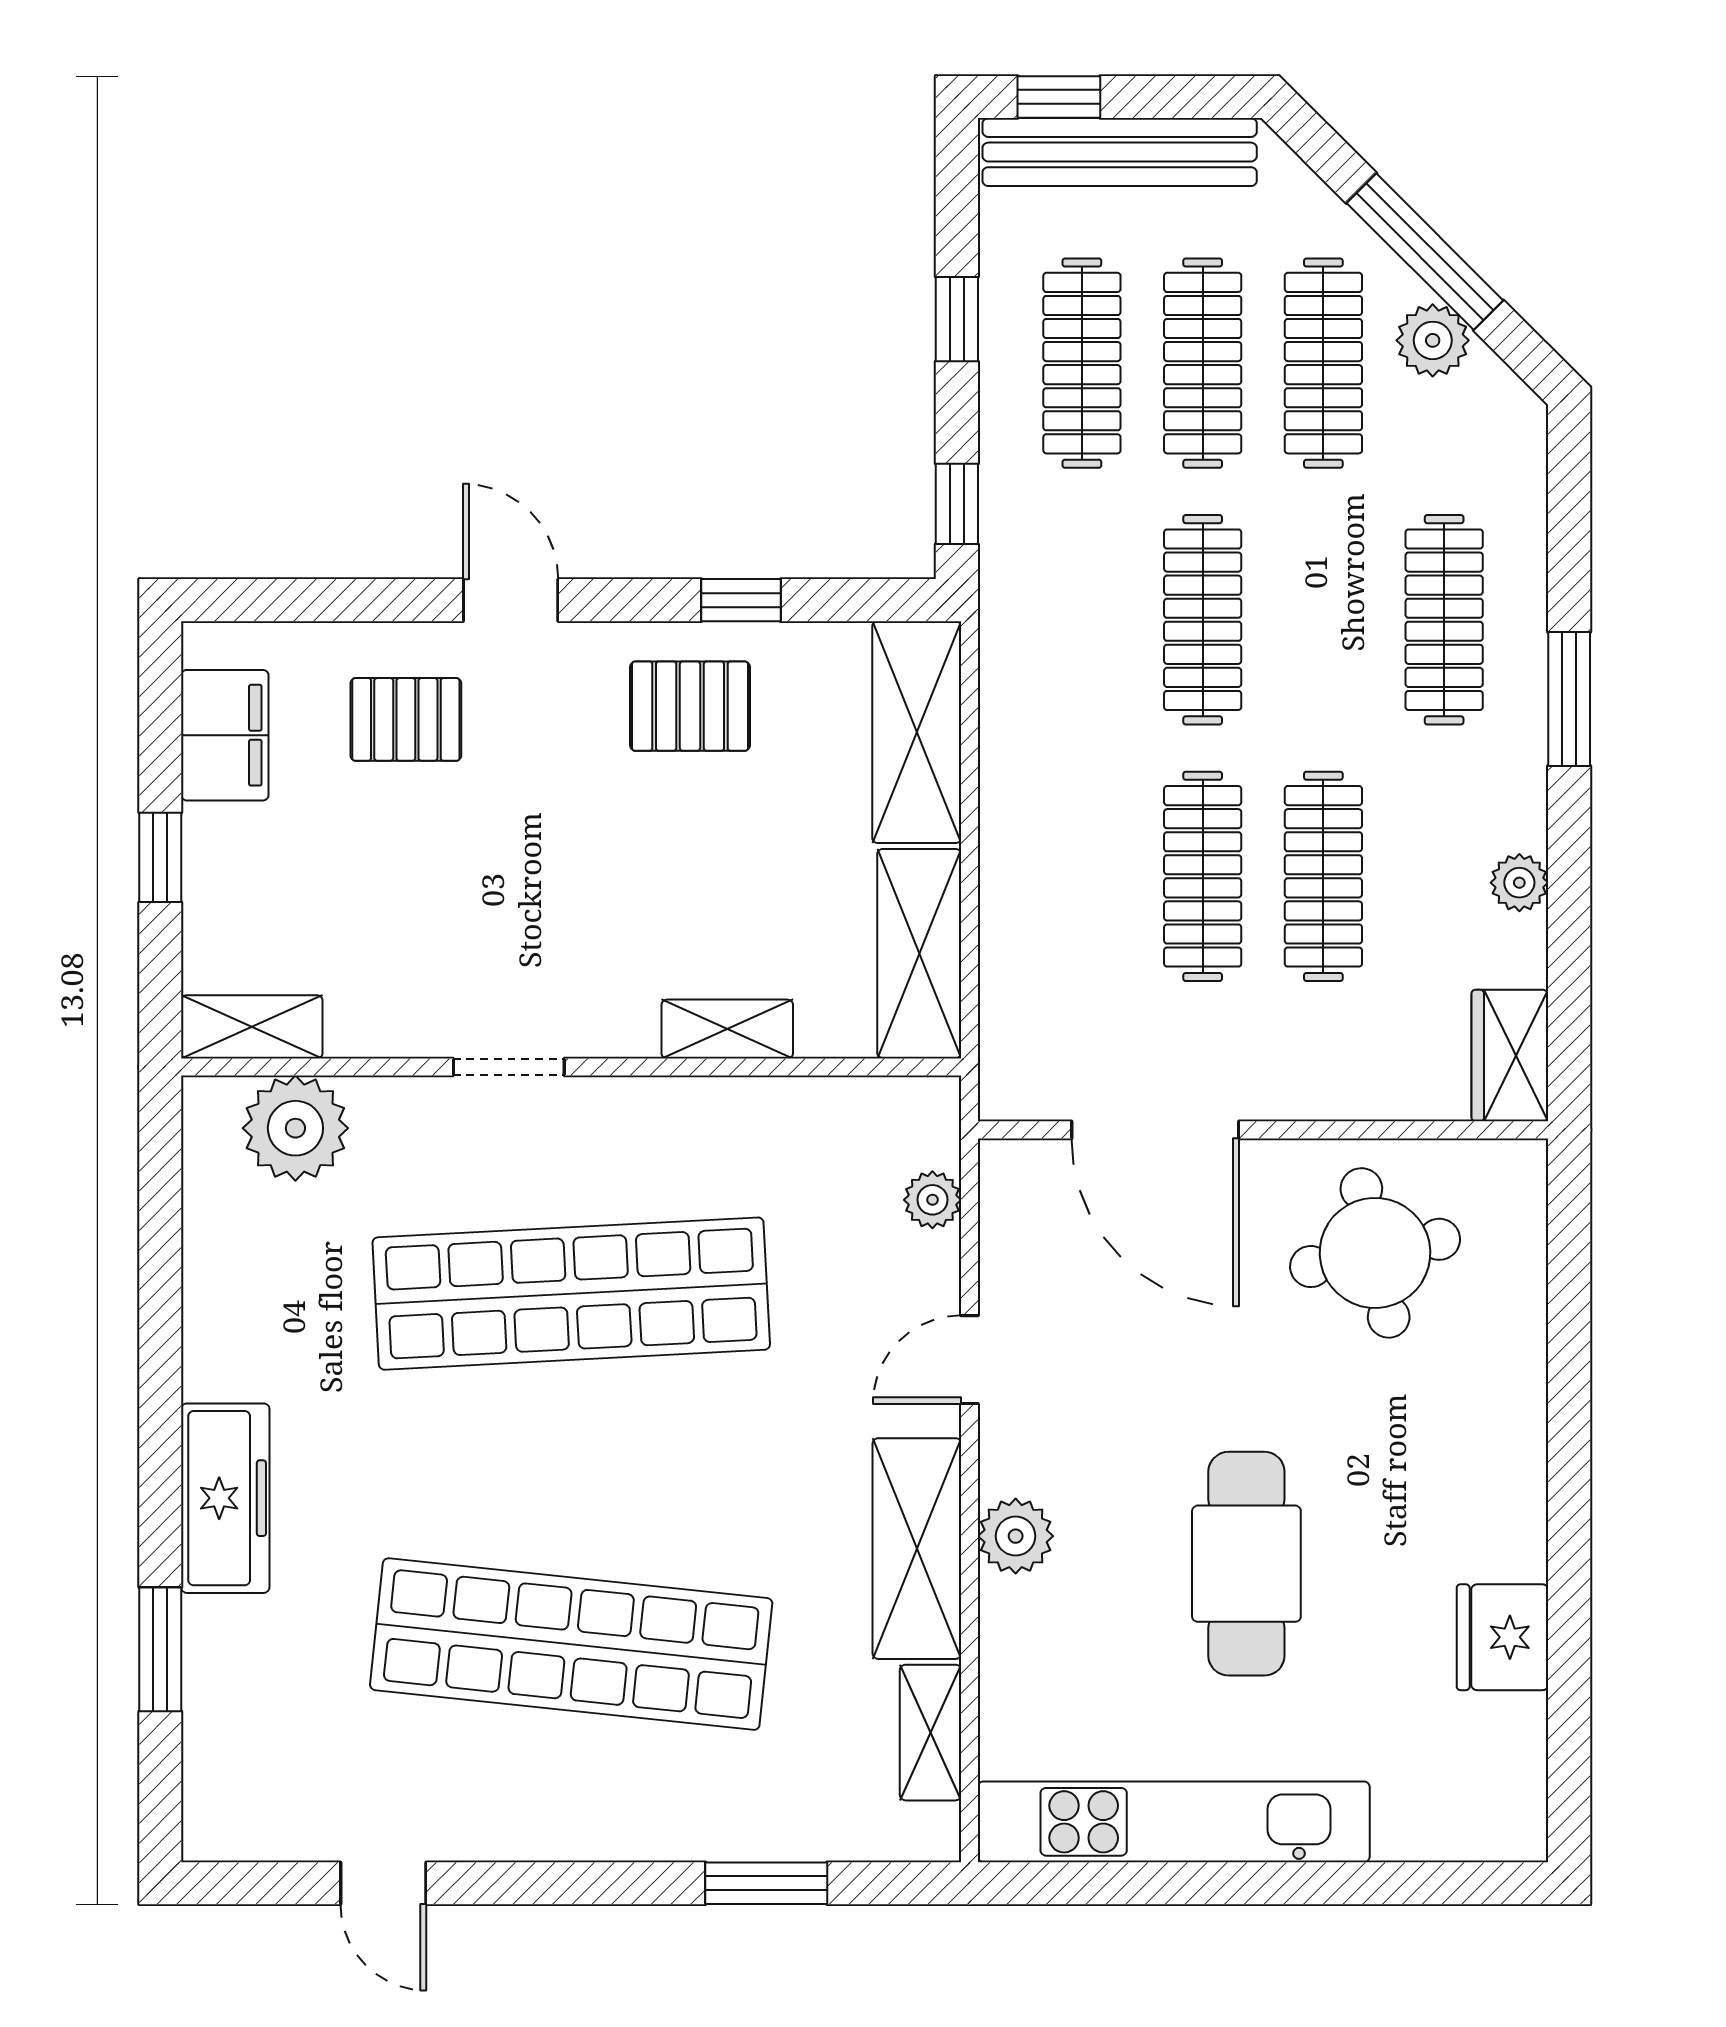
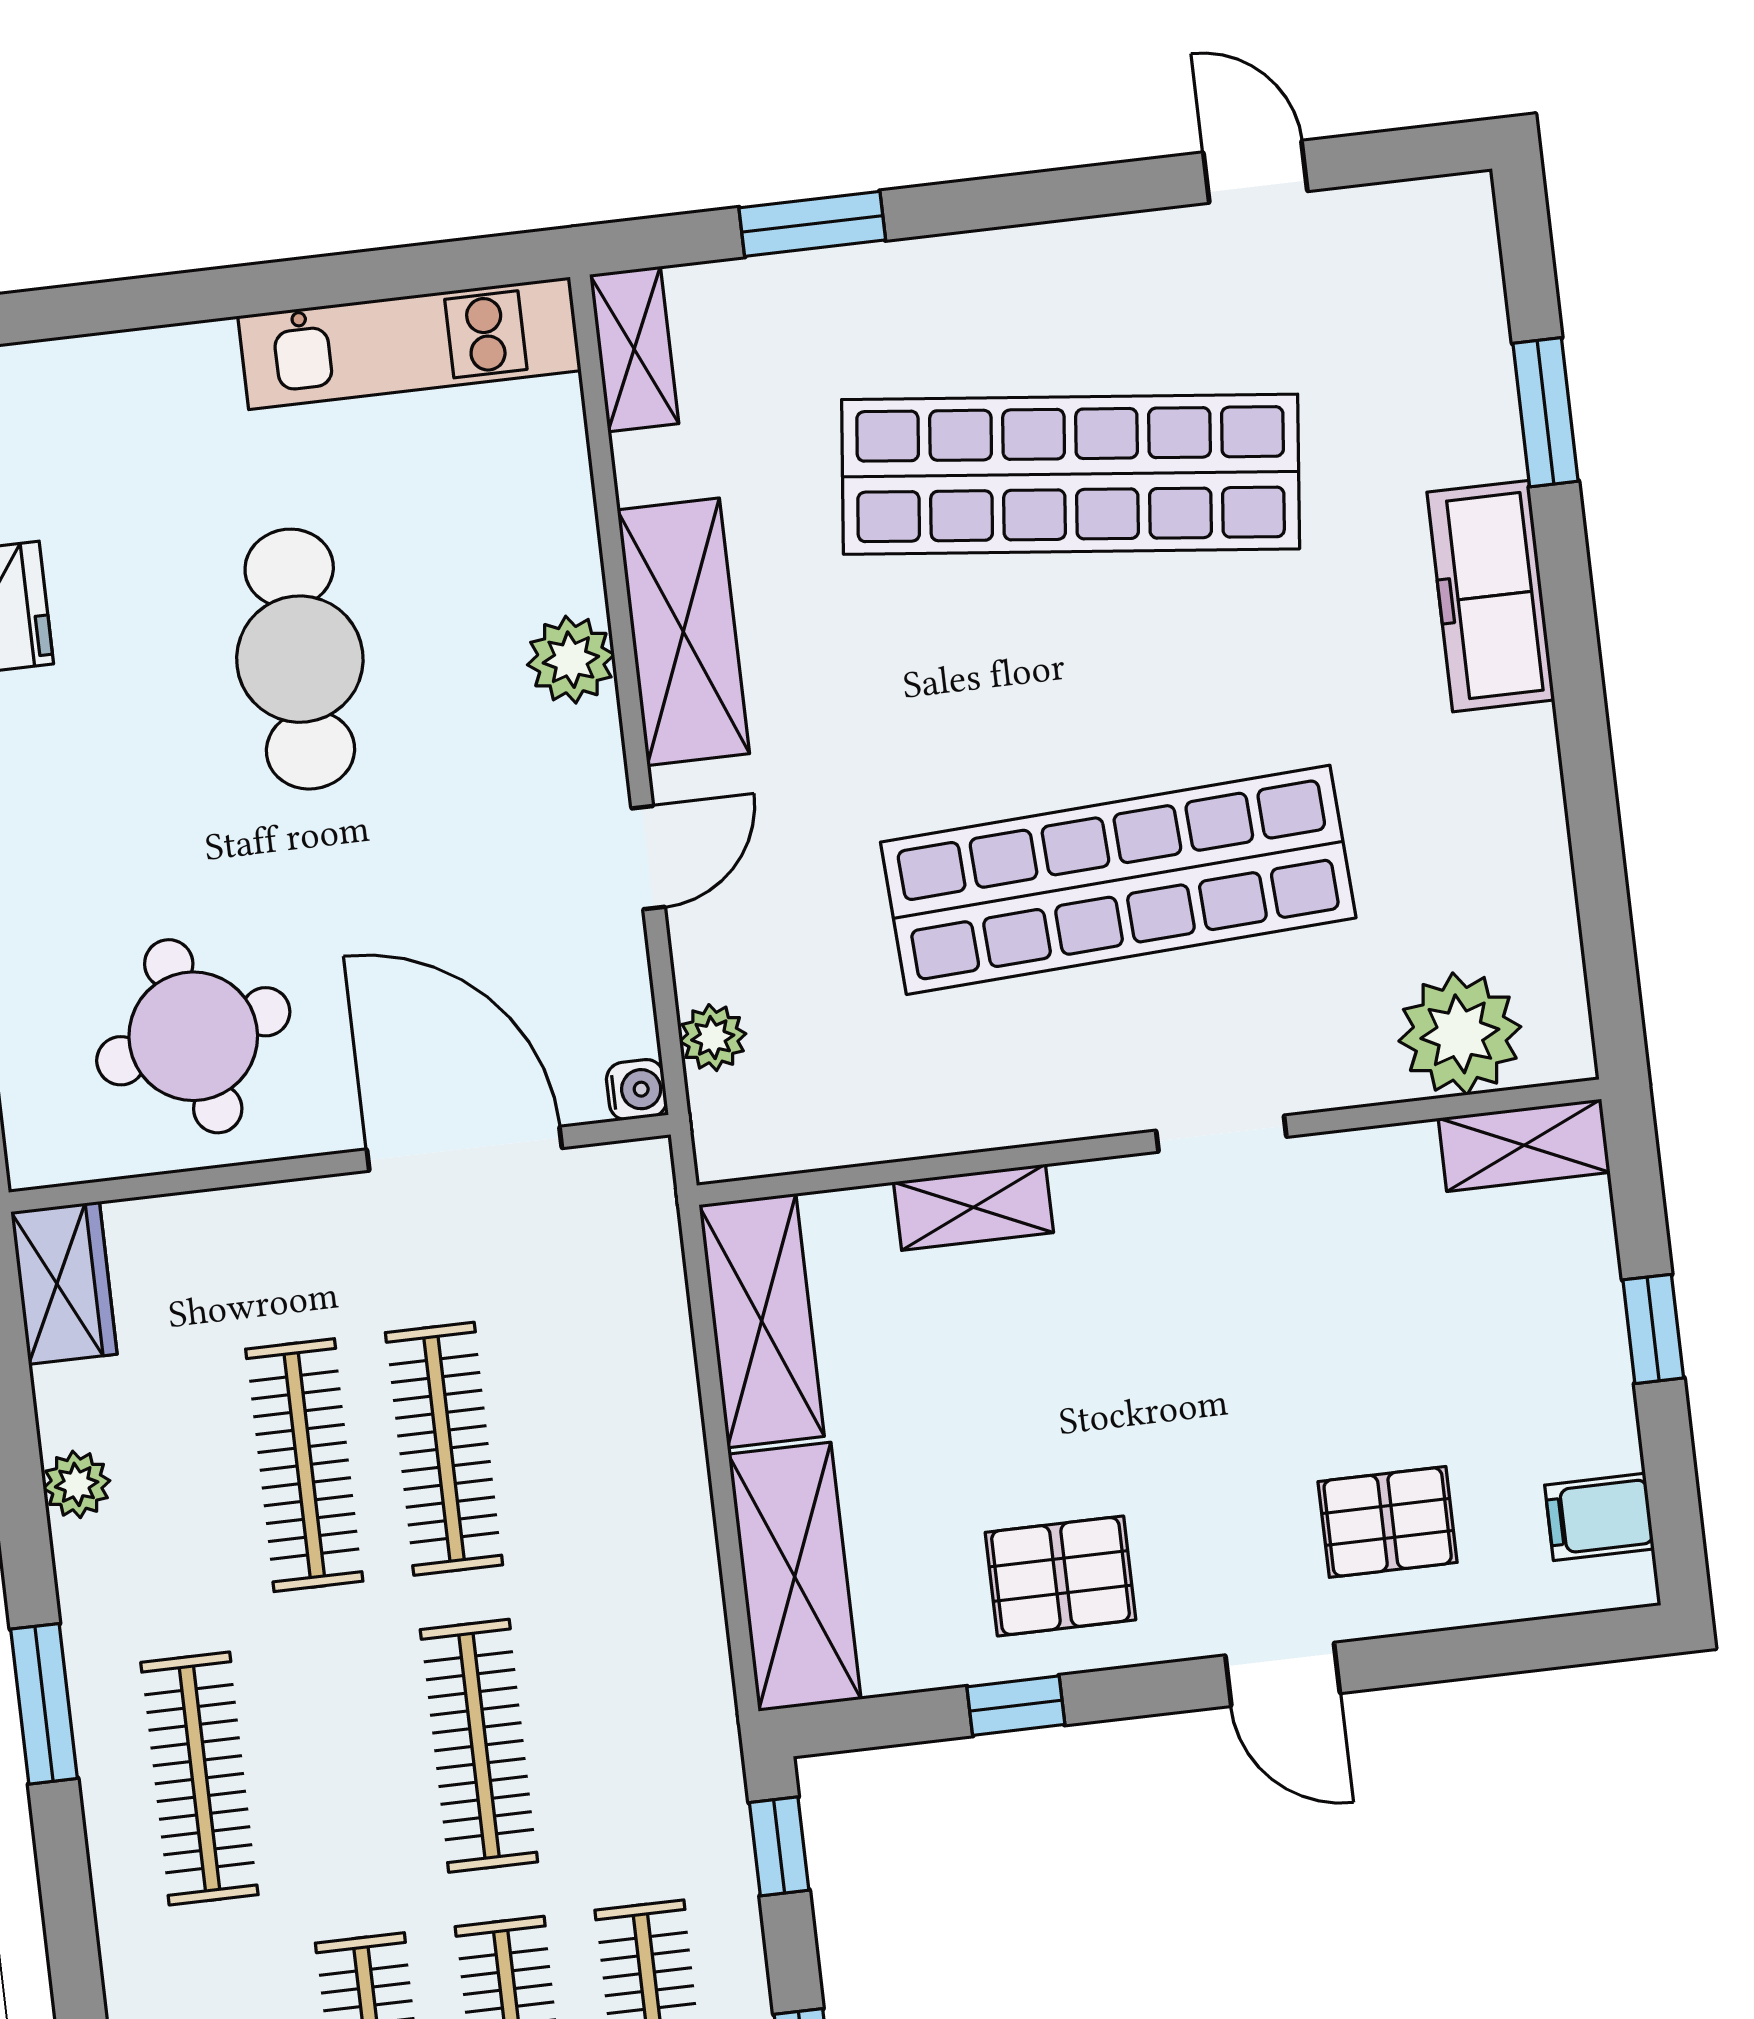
filing cabinet: (225, 735) -> (1599, 1517), width x0.50
water cooler: (1003, 1163) -> (637, 1090), added
shelving: (931, 1733) -> (634, 349), moved
kitchen unit: (1174, 1822) -> (409, 343), width x0.73

